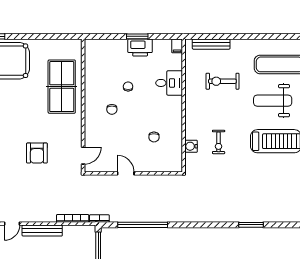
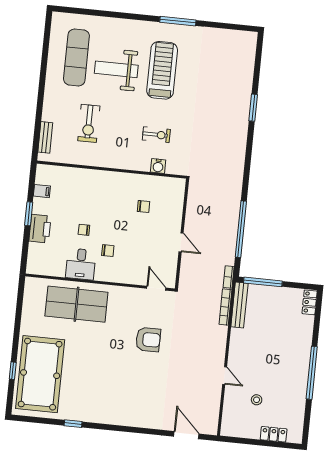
bench: (211, 44) -> (45, 137), width x0.73
filing cabinet: (177, 46) -> (42, 191), moved
printer: (140, 48) -> (40, 229), moved
desk: (169, 83) -> (81, 264), moved, turned 180
weight bench: (273, 101) -> (116, 69), turned 90
door: (126, 173) -> (181, 242), swing flipped
bench: (42, 231) -> (239, 305), moved

